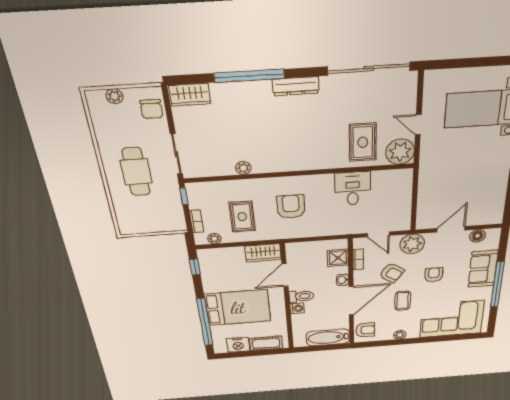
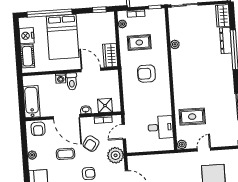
dresser: (296, 86) -> (226, 41), moved
plant: (400, 152) -> (182, 145), width x0.53, depth x0.53
desk: (353, 189) -> (160, 127), moved
armchair: (291, 207) -> (146, 74), turned 180

